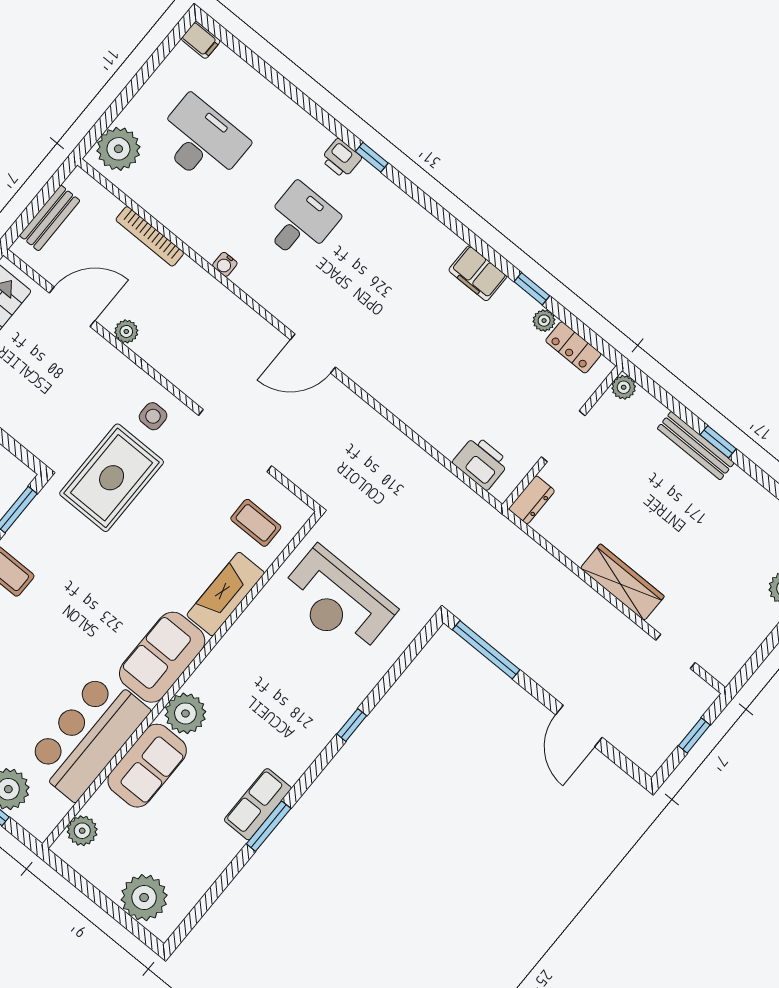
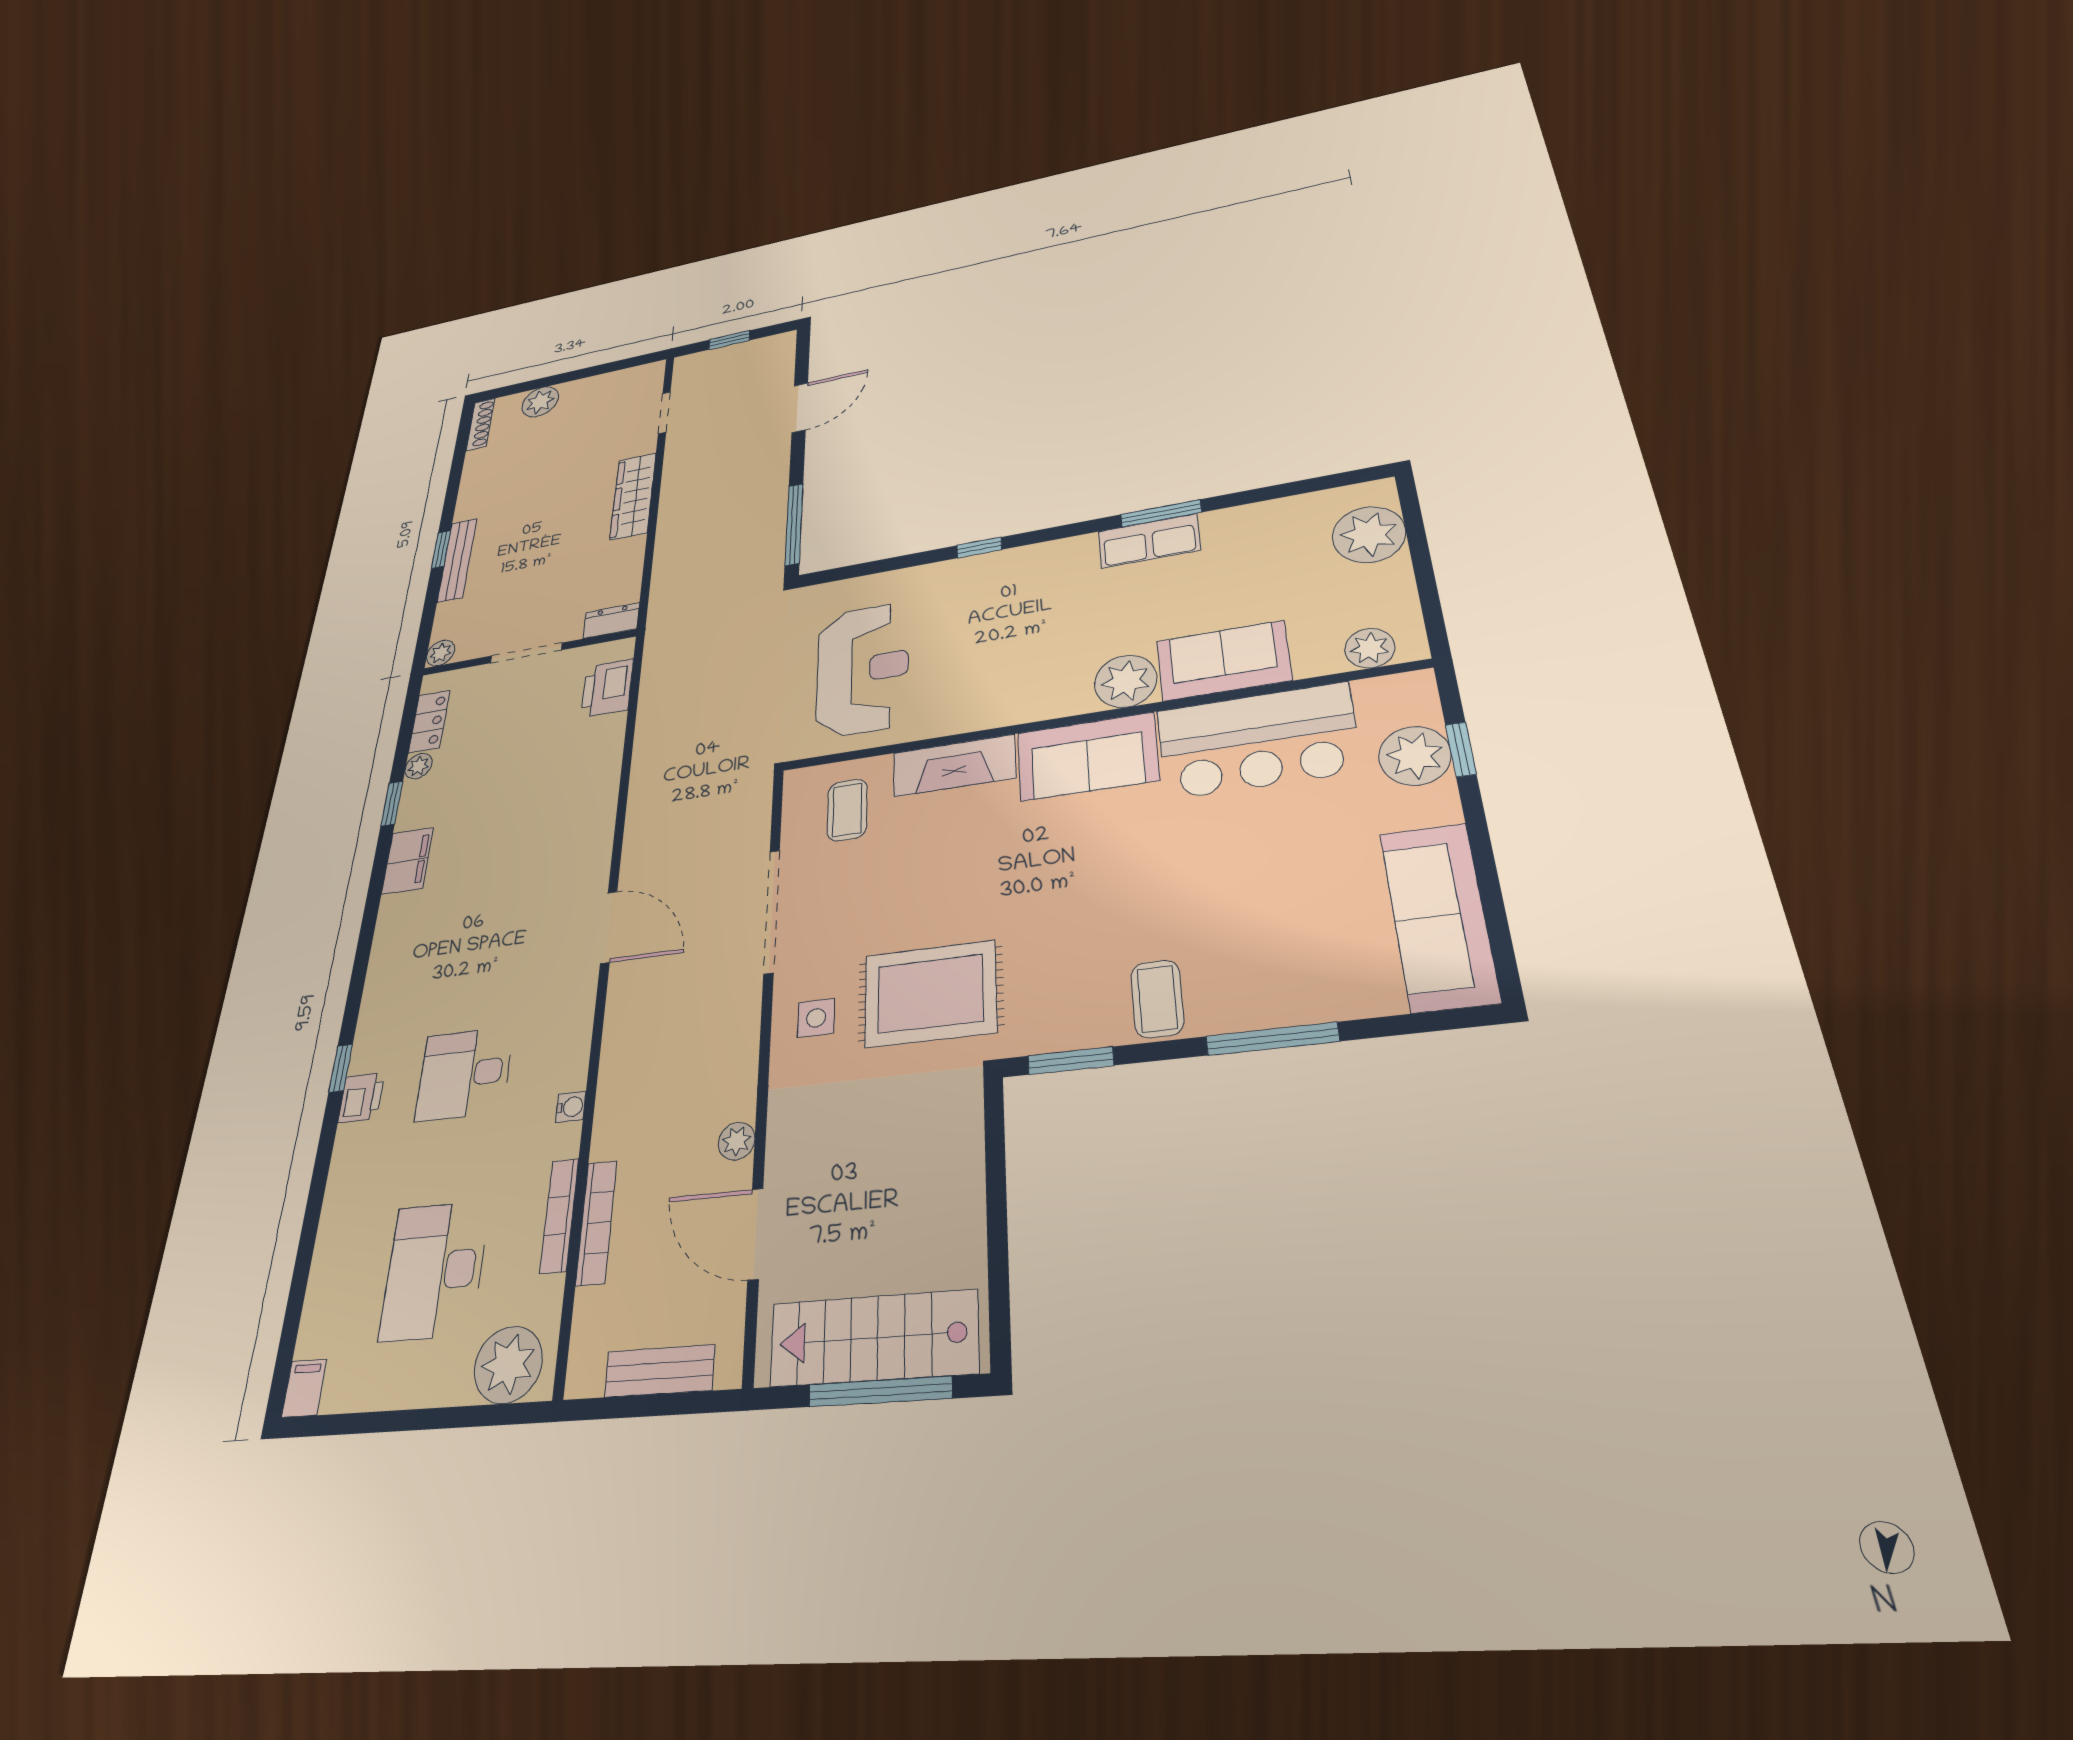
bookcase: (171, 221) -> (559, 1215), added

